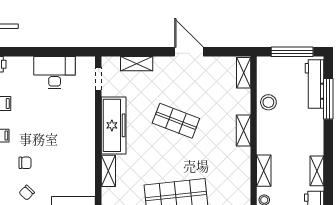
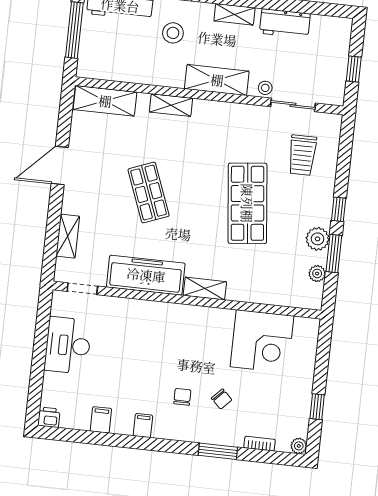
shelving: (244, 73) -> (105, 101), width x1.50, depth x1.33
stool: (268, 102) -> (173, 33), moved
shop shelf: (176, 121) -> (149, 193), turned -42
shelving: (264, 171) -> (217, 80), width x1.50, depth x1.33

